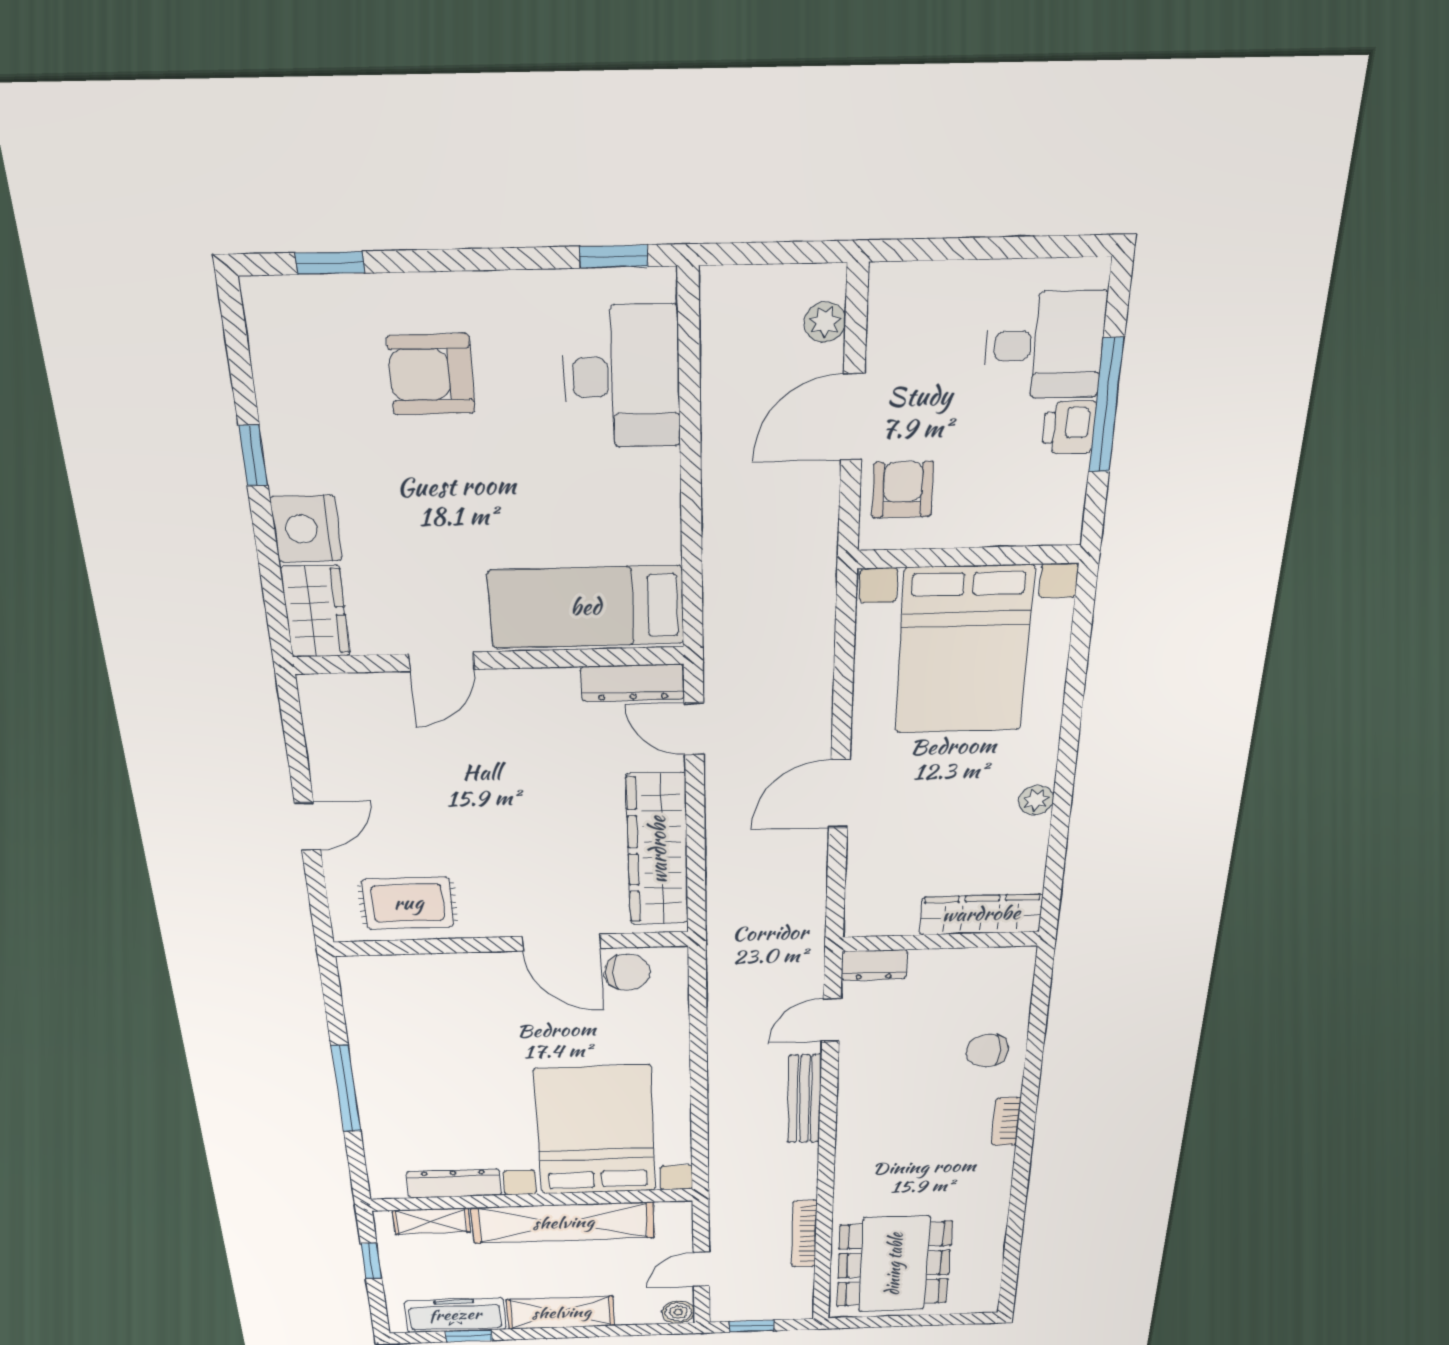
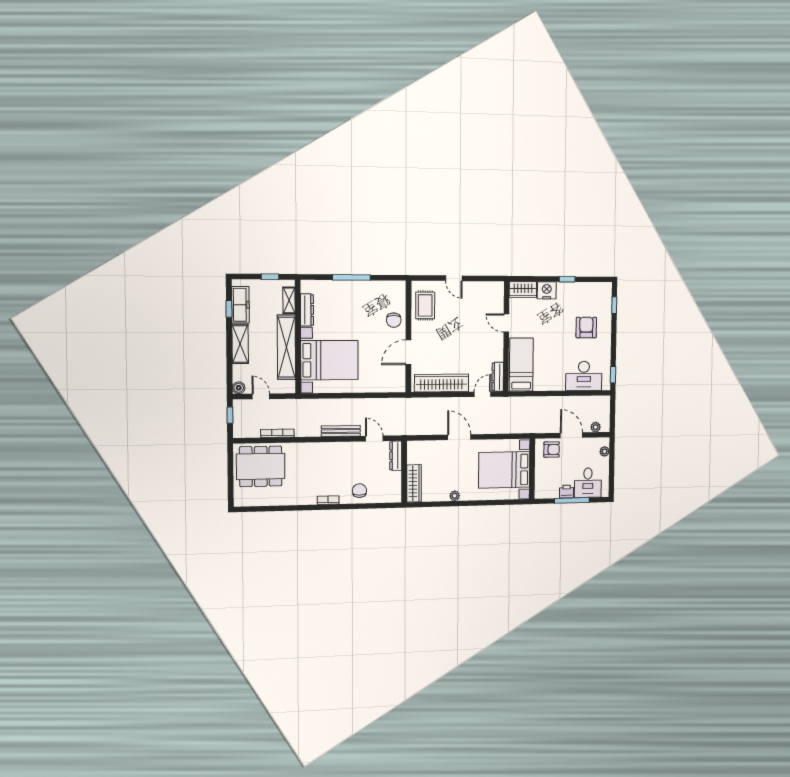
plant: (925, 281) -> (605, 451), added
dresser: (874, 965) -> (396, 456), width x1.44
chair: (627, 972) -> (394, 320), moved

